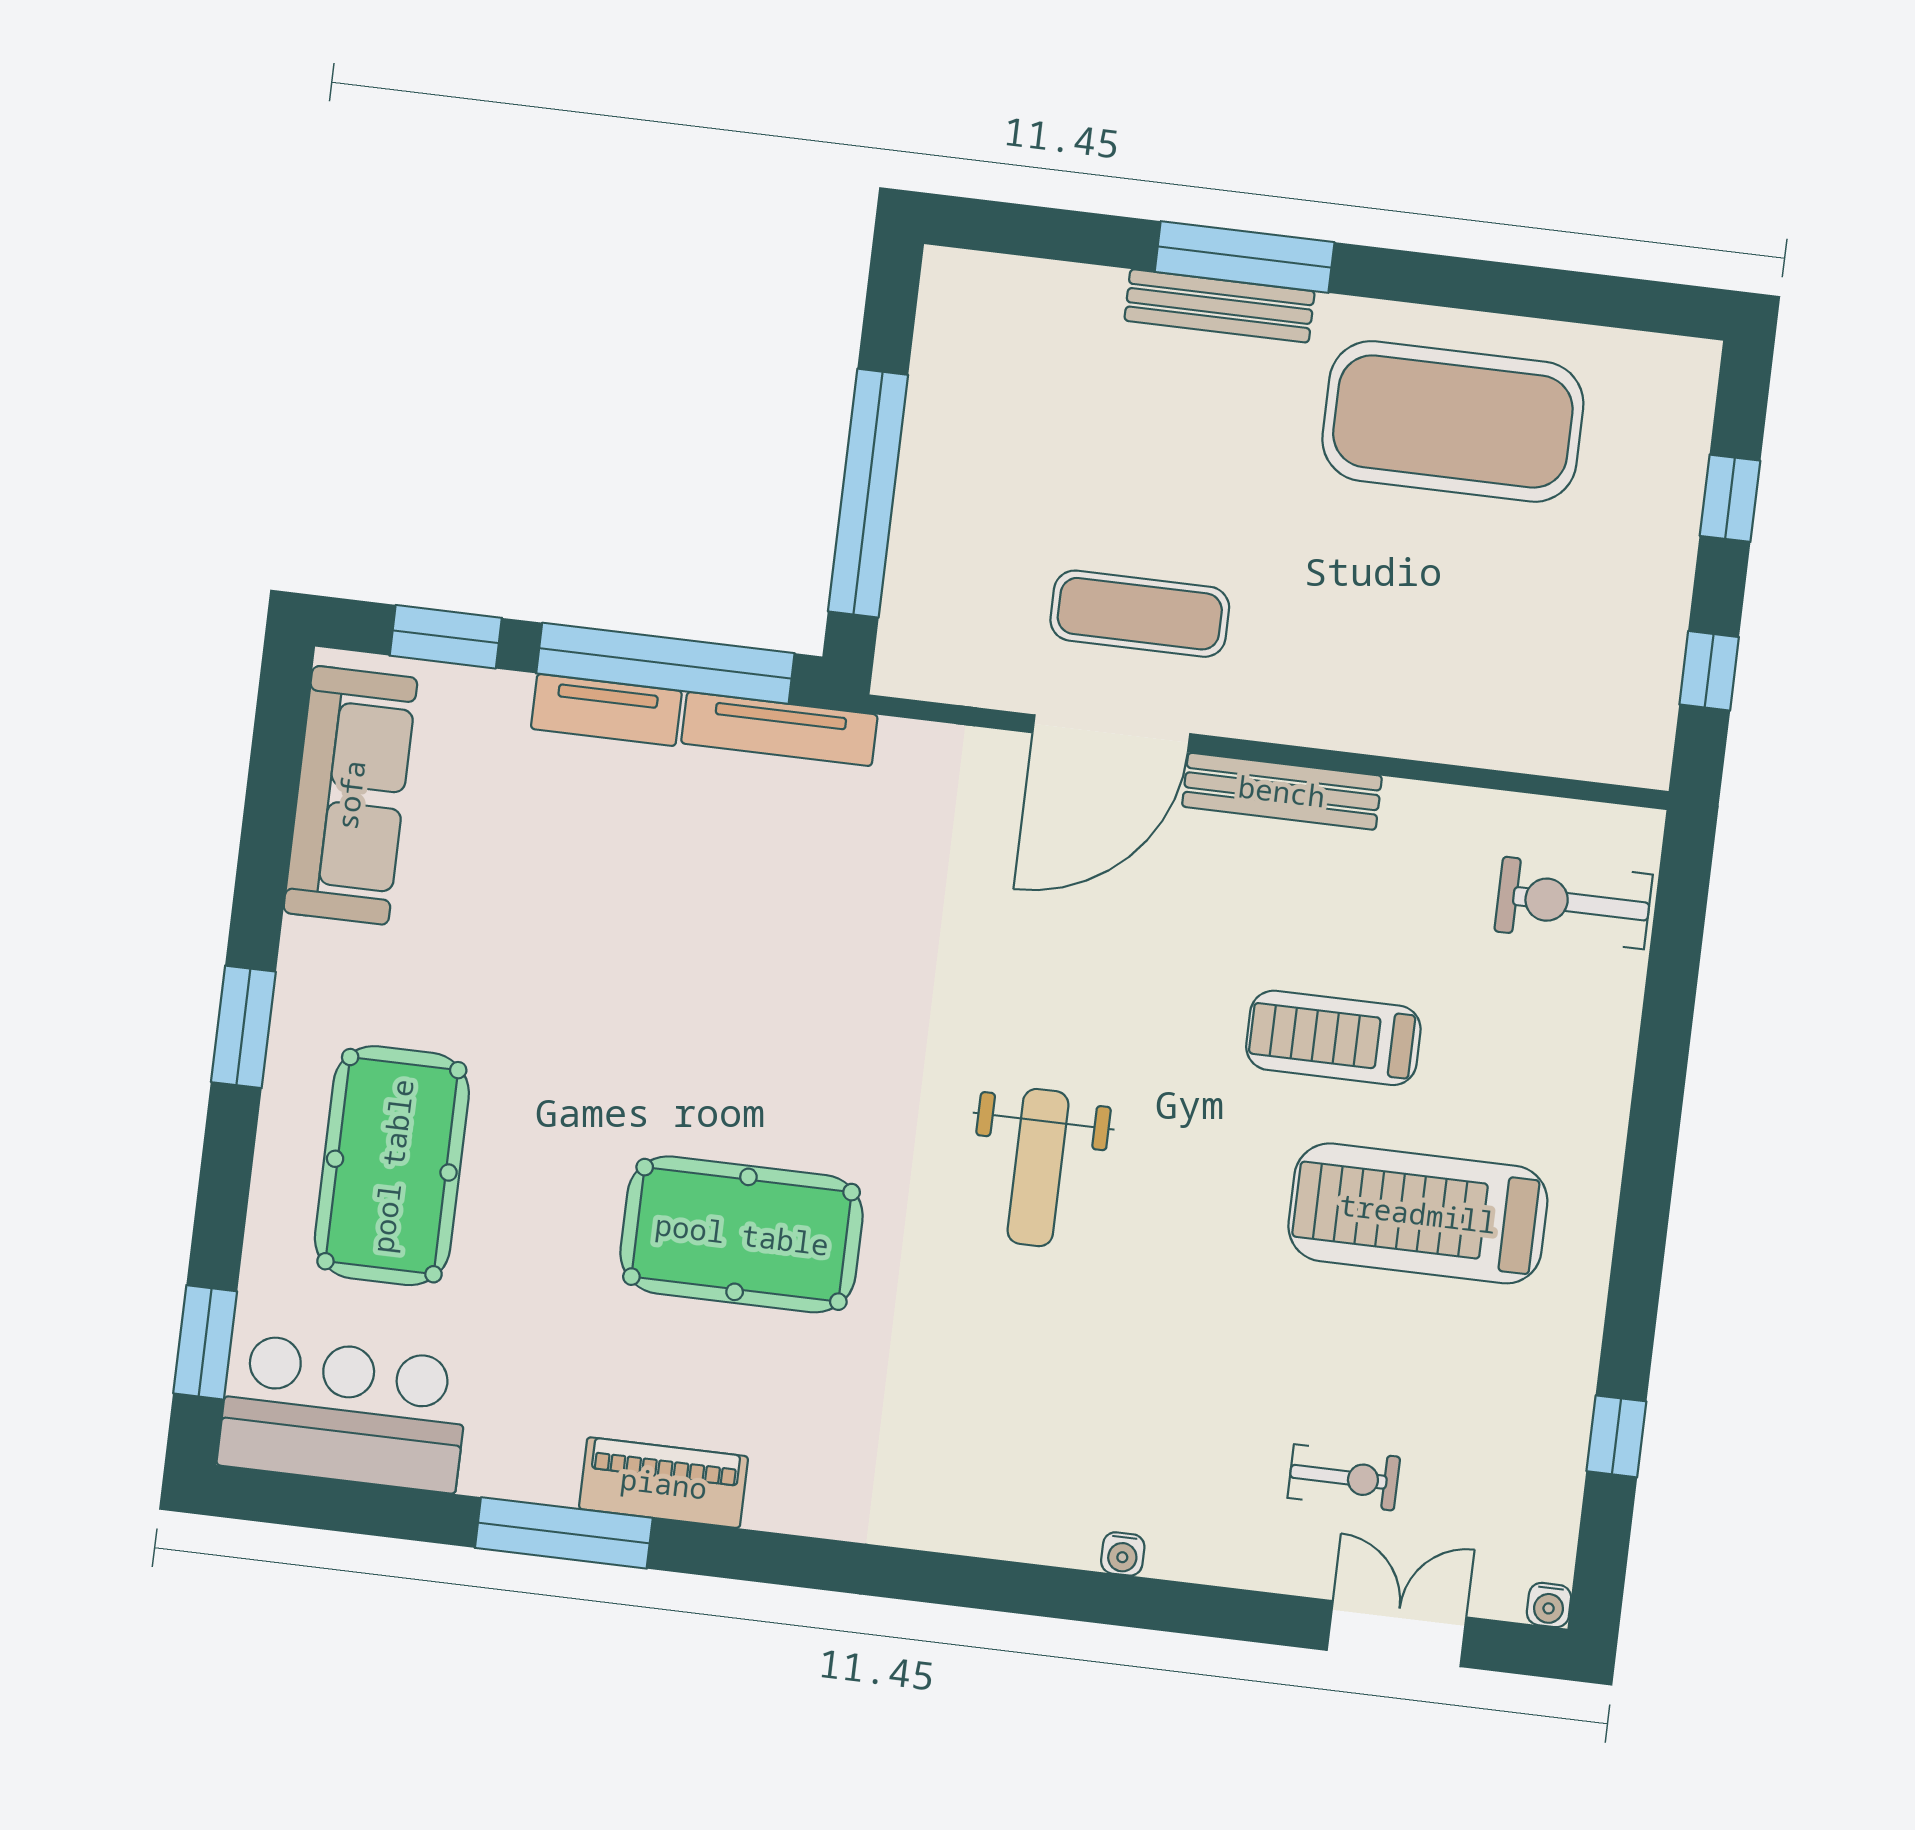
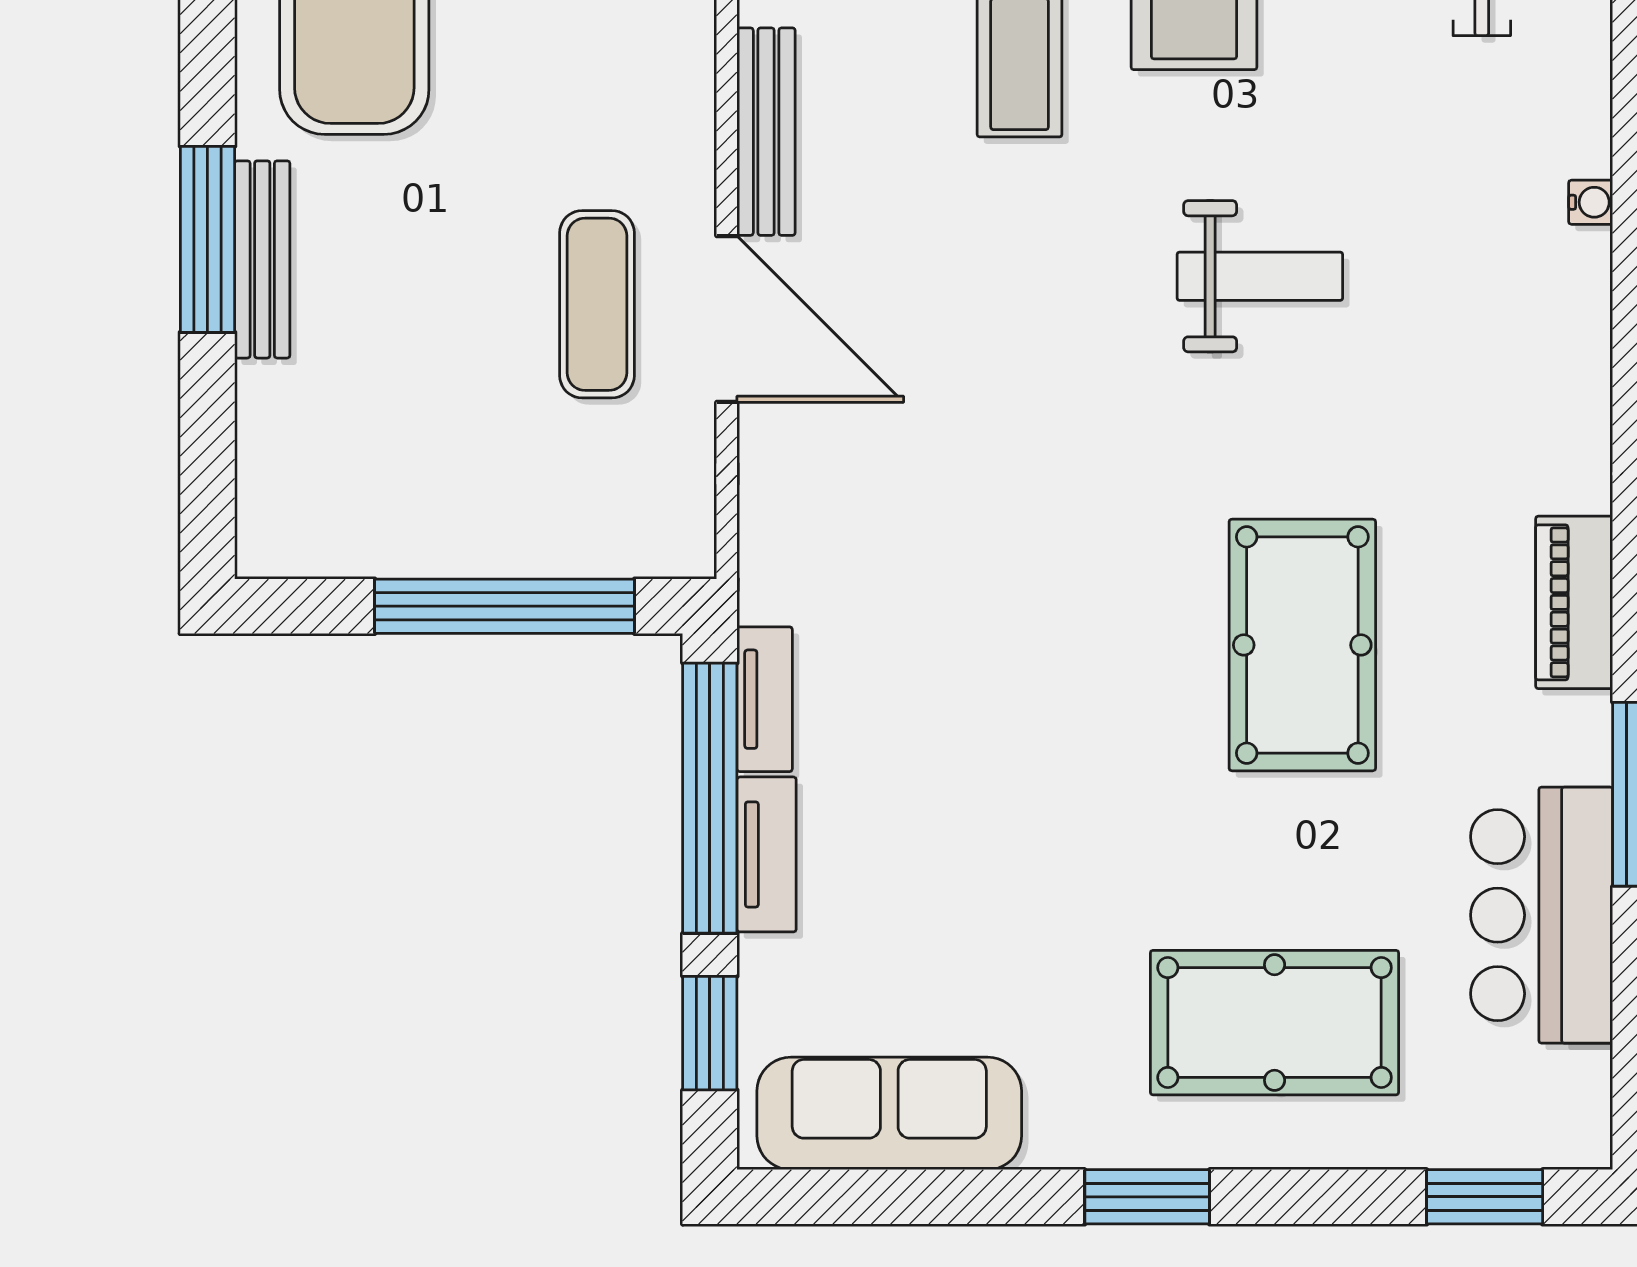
tv unit: (779, 729) -> (765, 699), width x0.71
weight bench: (1038, 1168) -> (1260, 276), moved
bar counter: (344, 1413) -> (1542, 915), moved
piano: (664, 1483) -> (1574, 602), moved

